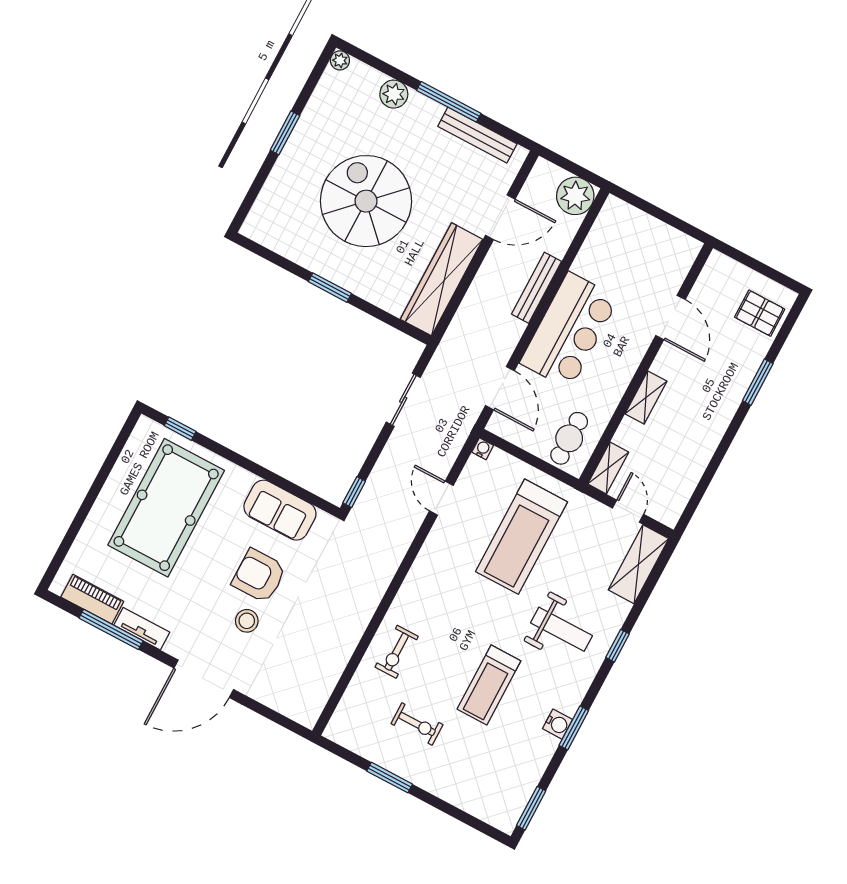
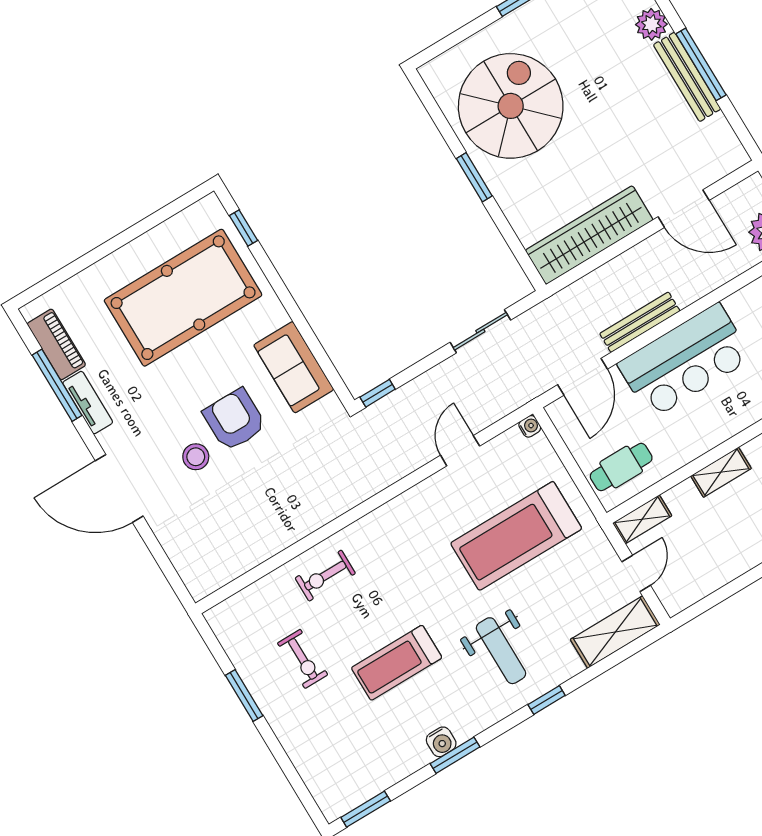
bench: (477, 135) -> (687, 77), moved
spiral stairs: (366, 201) -> (511, 106), moved
bench: (536, 288) -> (640, 322), moved

